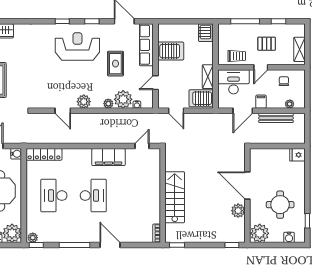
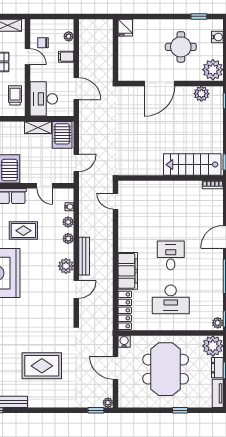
door: (261, 67) -> (28, 57), moved
plant: (123, 99) -> (68, 222), width x0.53, depth x0.53
filing cabinet: (261, 102) -> (66, 57), moved
bench: (276, 118) -> (84, 256), moved
filing cabinet: (109, 157) -> (128, 271), moved
desk: (93, 196) -> (171, 255), width x0.73
stairs: (175, 197) -> (192, 165), moved
plant: (238, 211) -> (201, 94), moved

